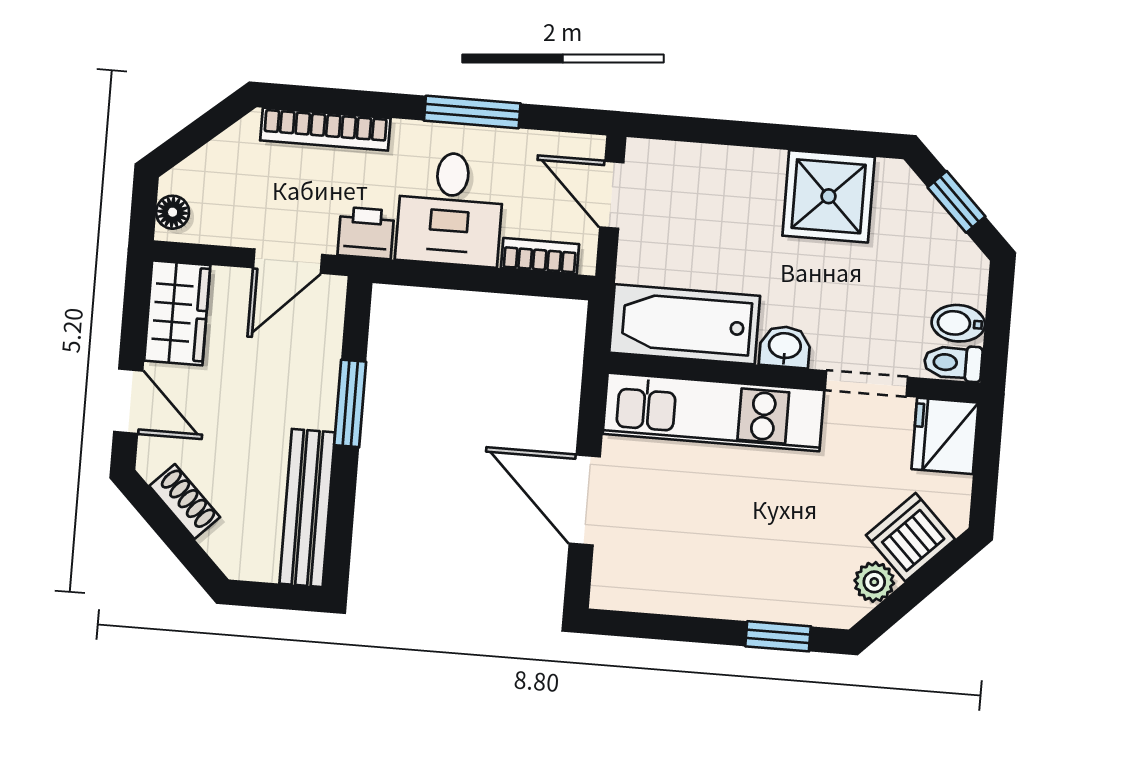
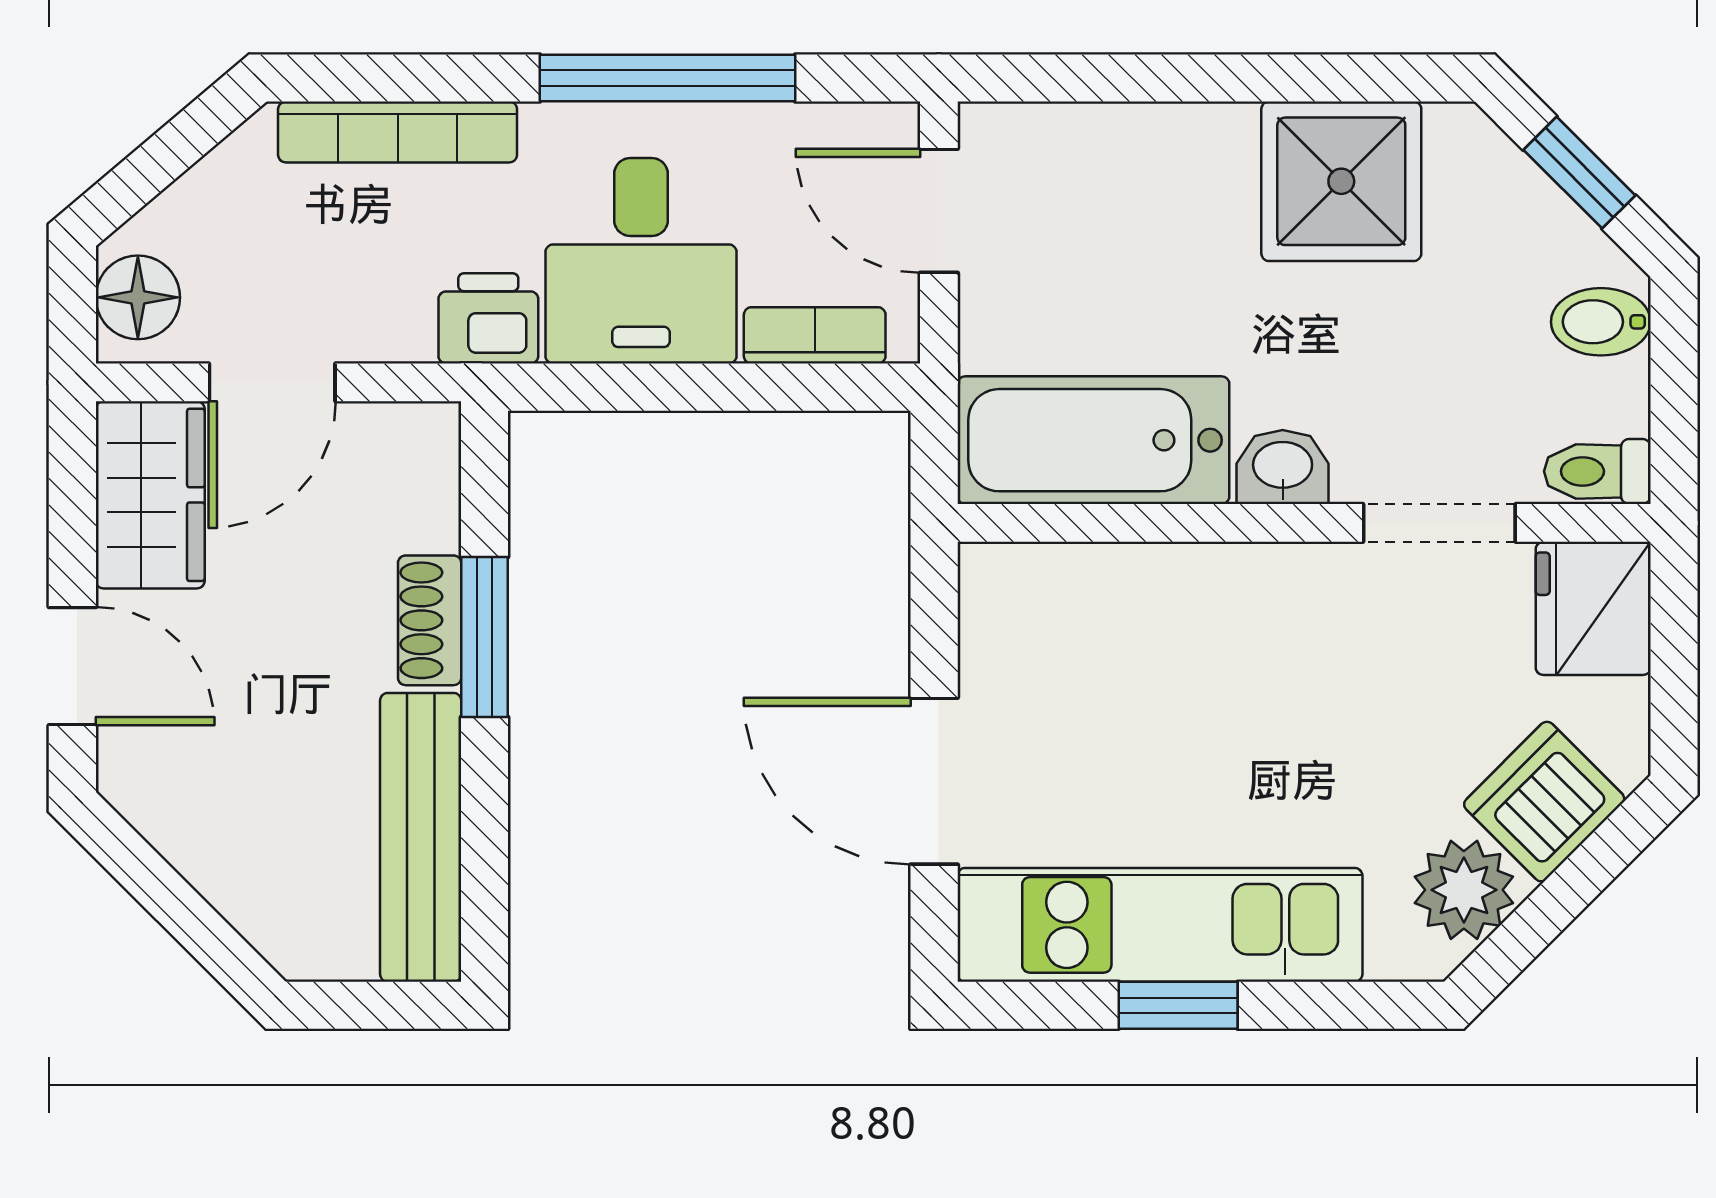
window: (472, 112) -> (668, 78), width x1.44
floor lamp: (173, 212) -> (138, 297), width x1.37, depth x1.37
door: (288, 261) -> (272, 382), moved
bidet: (958, 323) -> (1601, 322), moved
kitchen unit: (713, 412) -> (1160, 925), moved, turned 180
shoe rack: (185, 502) -> (430, 620), moved, turned -135
plant: (874, 582) -> (1464, 890), width x1.38, depth x1.38
window: (778, 636) -> (1178, 1005), moved

